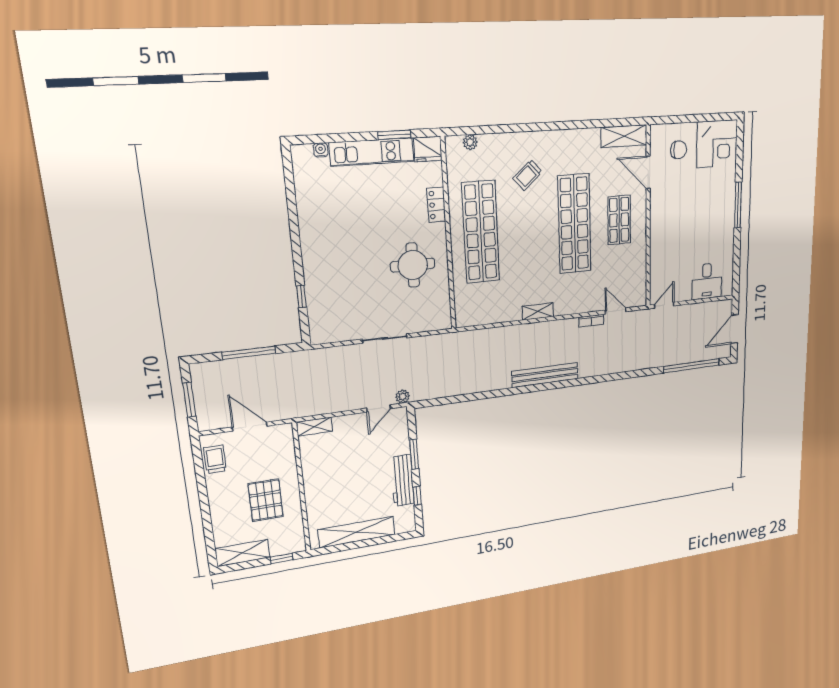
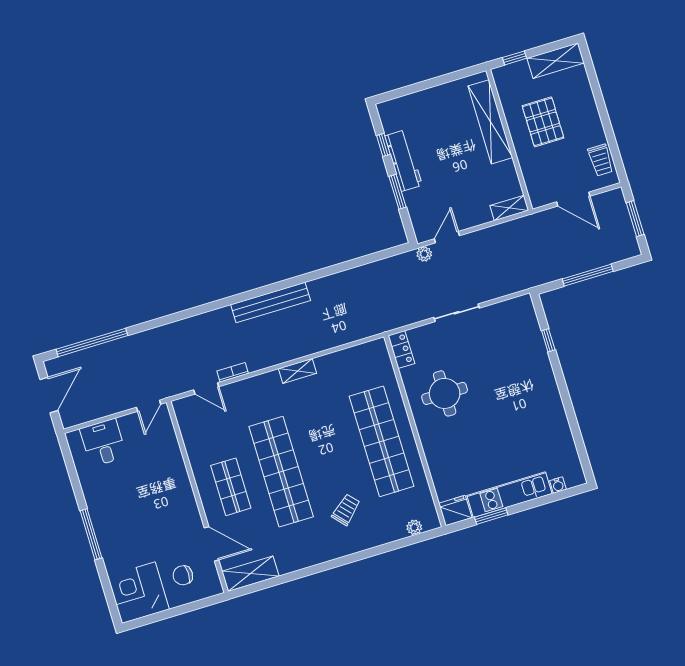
locker: (436, 205) -> (401, 350), moved
shelving: (357, 532) -> (490, 122), moved, turned 90

